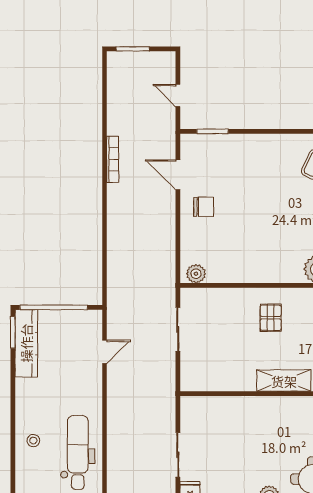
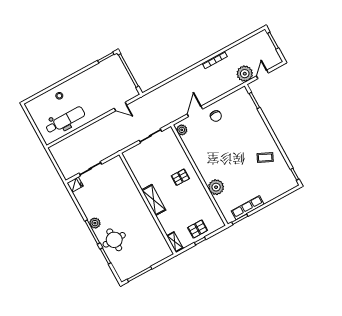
plant: (161, 123) -> (245, 74), added
door: (178, 175) -> (195, 111), moved
kitchen counter: (26, 343) -> (104, 67), removed

